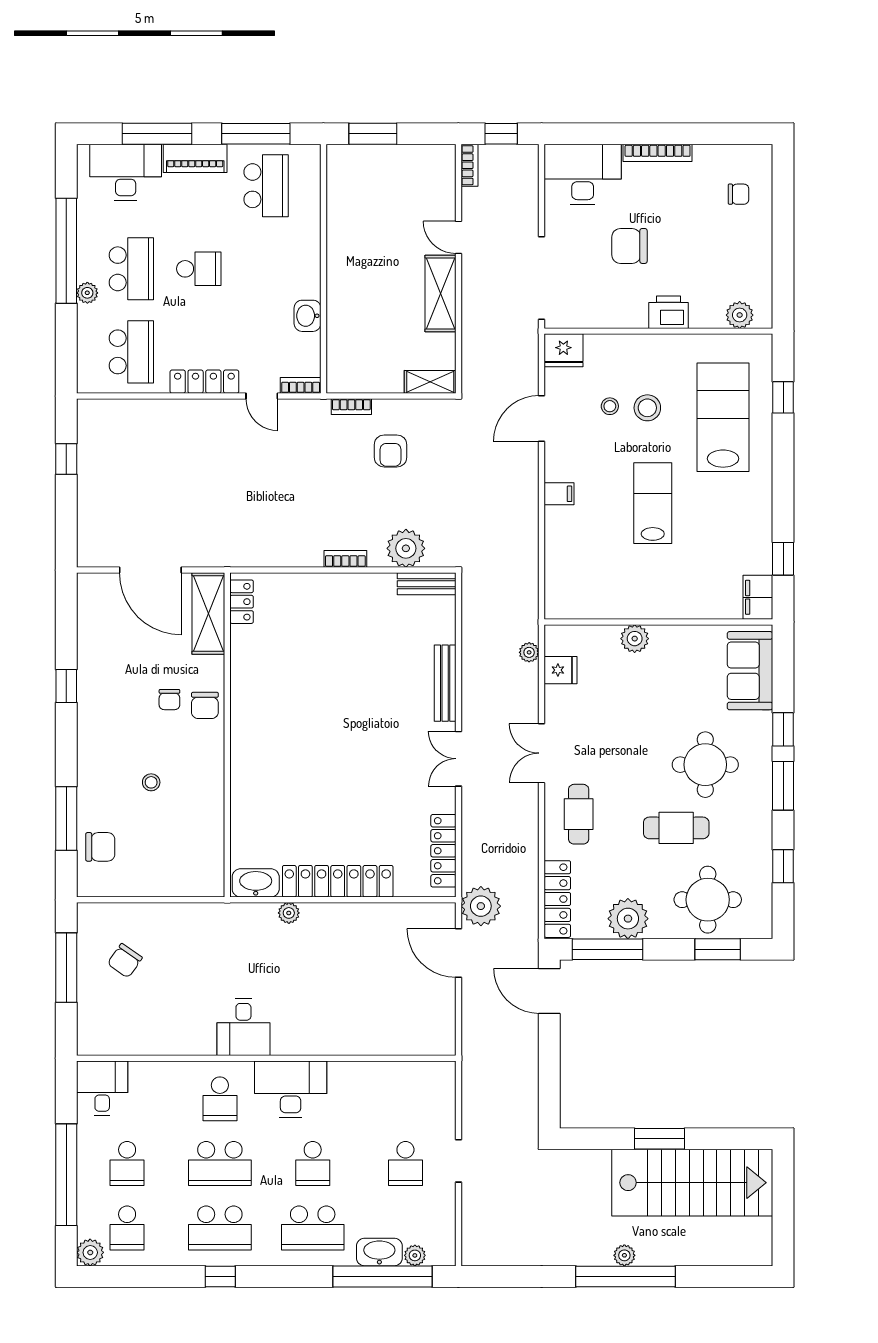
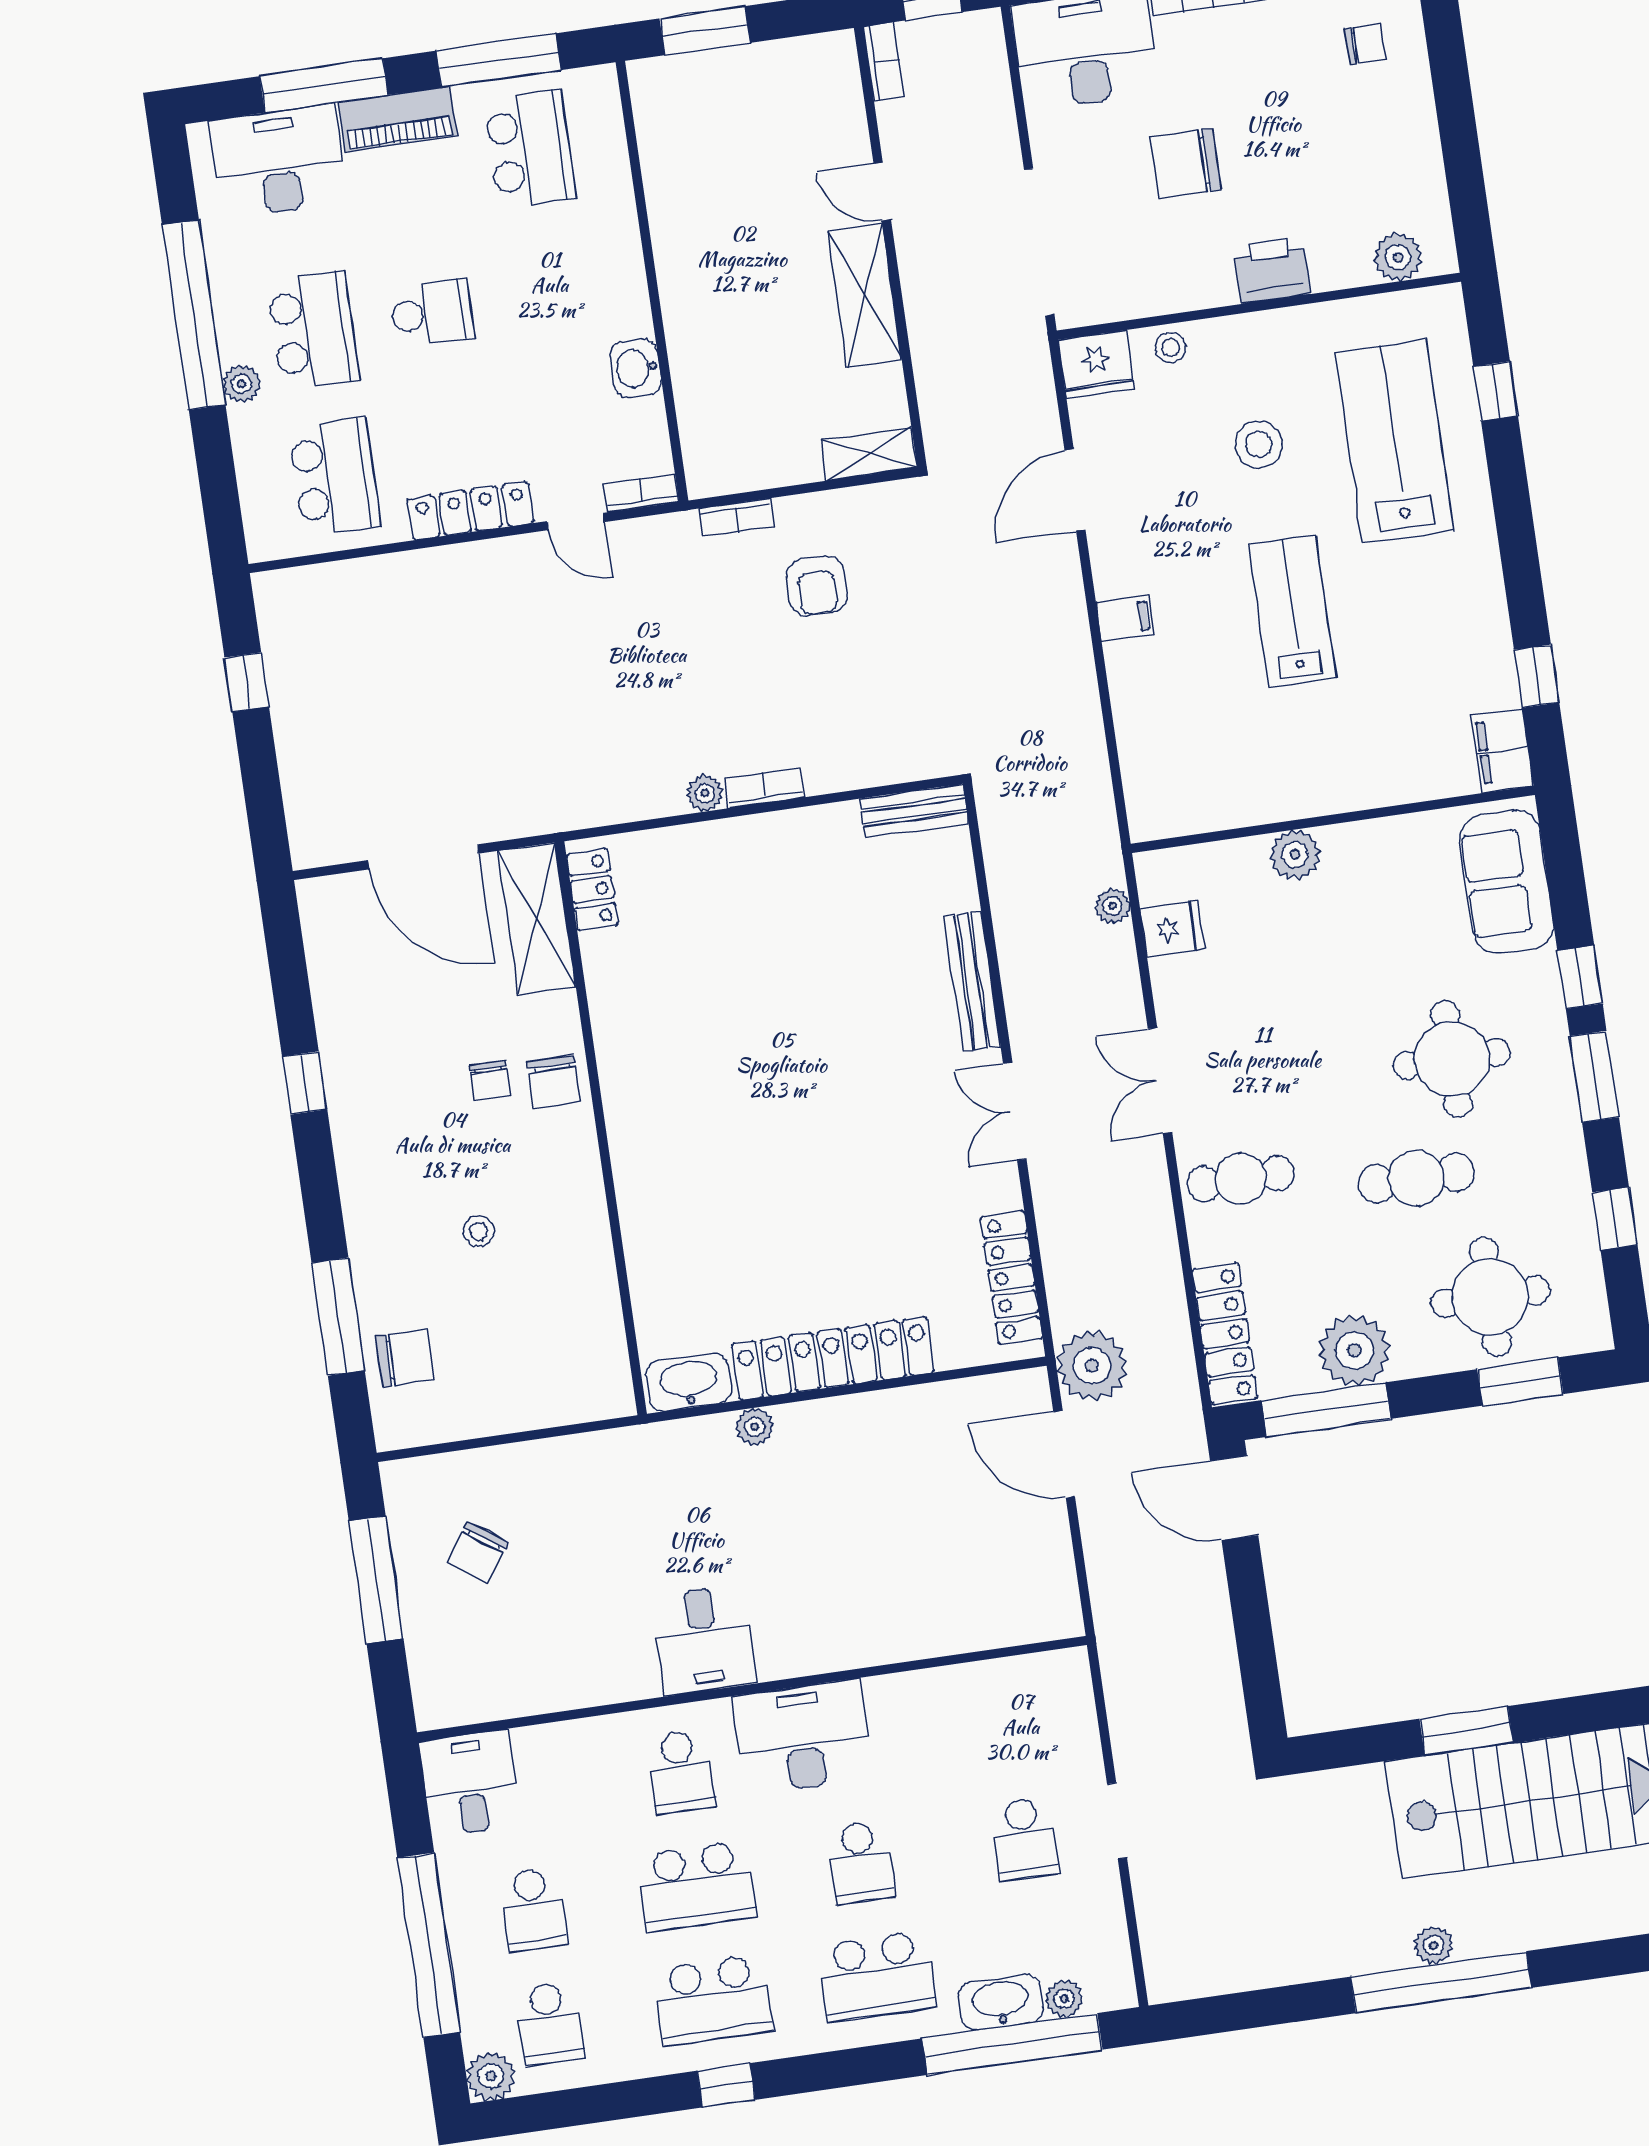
stool: (610, 406) -> (1171, 348), moved
plant: (406, 548) -> (705, 793), moved, width x0.53, depth x0.53
cafe table: (579, 814) -> (1241, 1179), turned 90

